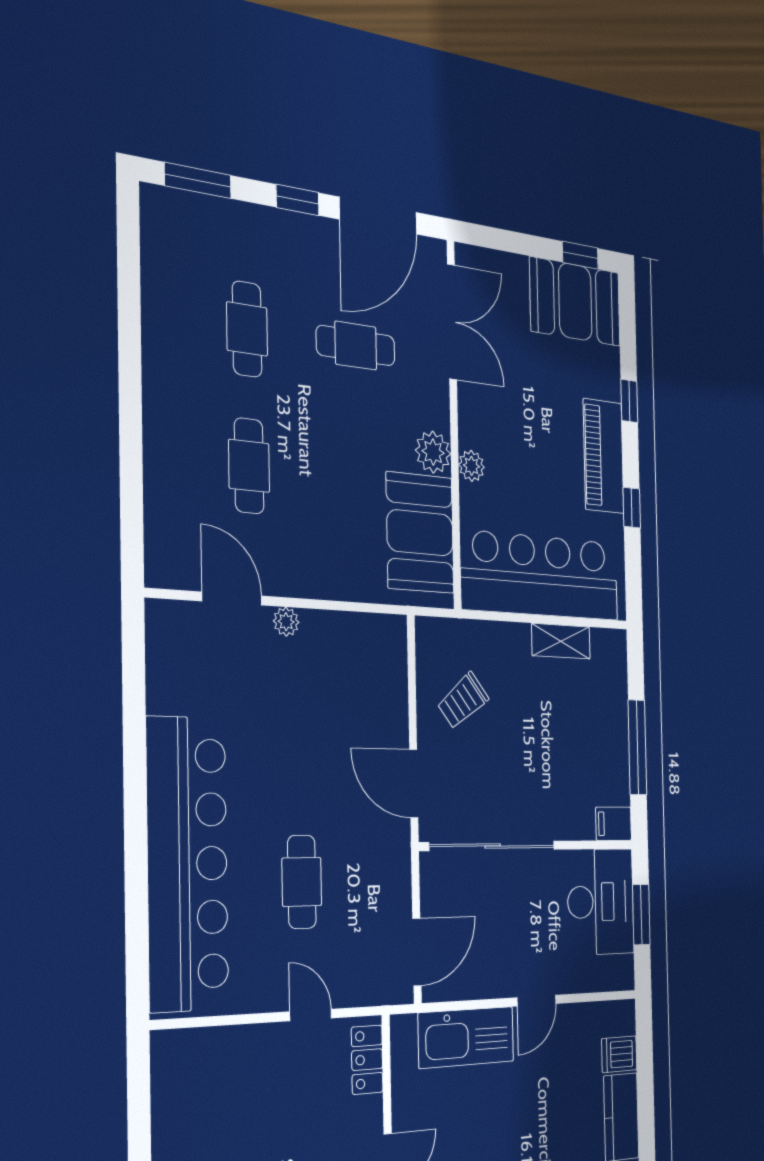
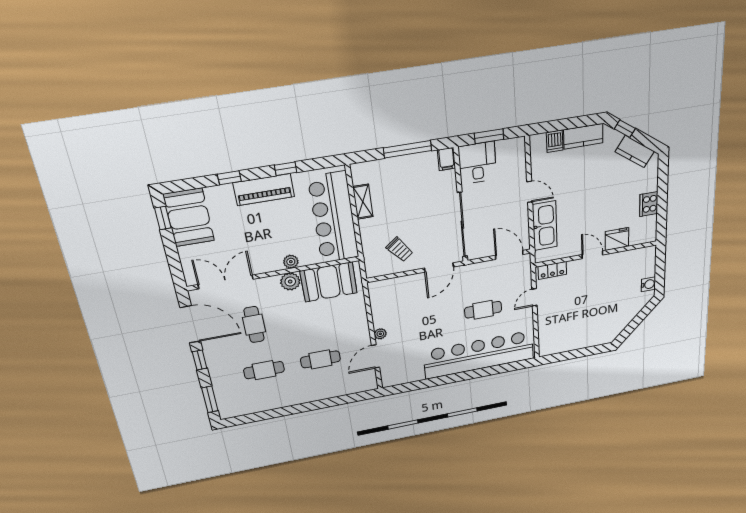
desk: (601, 902) -> (477, 163), width x0.73

